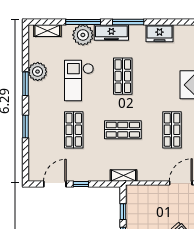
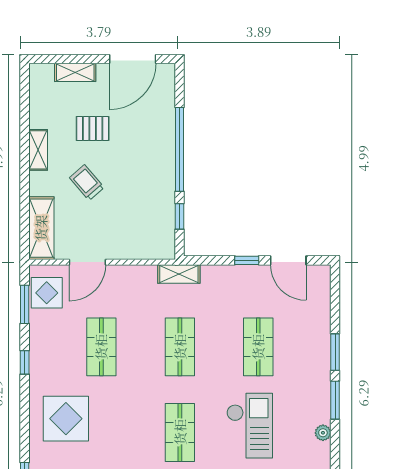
plant: (38, 72) -> (323, 433), width x0.53, depth x0.53
window: (25, 84) -> (335, 400), moved
shop shelf: (123, 130) -> (180, 347), turned 90
door: (55, 184) -> (288, 260), hinge flipped

